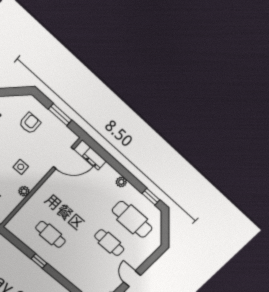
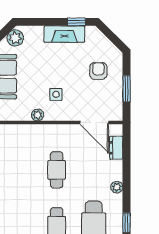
armchair: (30, 123) -> (98, 71), turned -90
cafe table: (50, 234) -> (57, 170), moved

